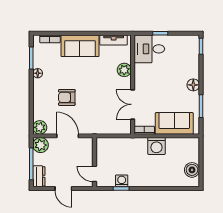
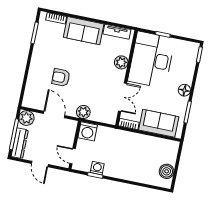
desk: (149, 49) -> (151, 60), width x1.87, depth x1.30
floor lamp: (38, 73) -> (38, 49), removed
double door: (133, 104) -> (123, 97), swing flipped
plant: (40, 127) -> (83, 112), moved
washing machine: (156, 146) -> (88, 131), moved
dresser: (39, 176) -> (20, 143), width x1.44

